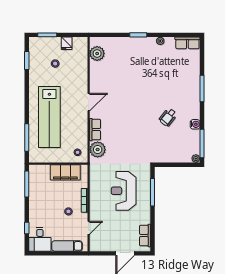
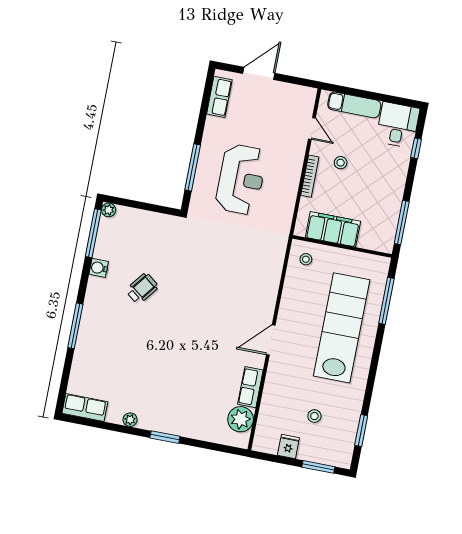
row of seats: (95, 130) -> (250, 387), moved
plant: (98, 150) -> (271, 257), removed
door: (89, 228) -> (312, 129), swing flipped

